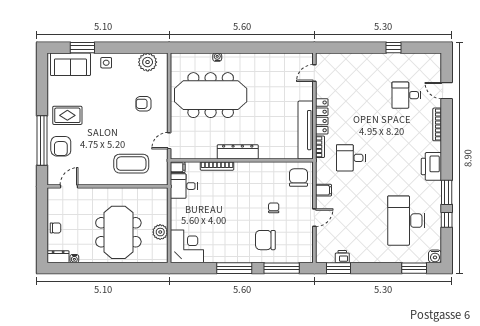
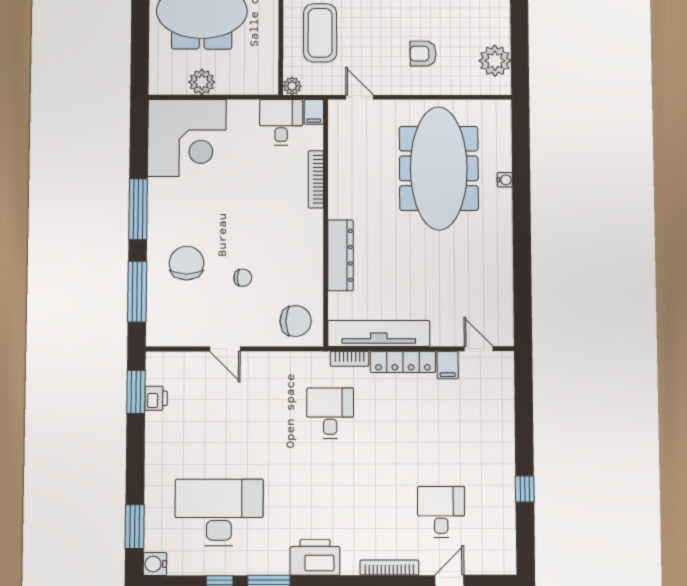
armchair: (143, 104) -> (423, 54), turned -90
dresser: (238, 152) -> (340, 255), moved
plant: (163, 180) -> (292, 86), added
filing cabinet: (324, 190) -> (448, 365), moved
corner desk: (187, 246) -> (187, 138), width x1.36, depth x1.36

